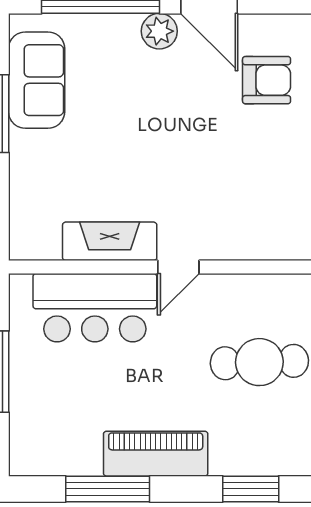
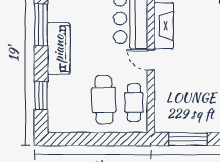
cafe table: (265, 301) -> (134, 103), added

